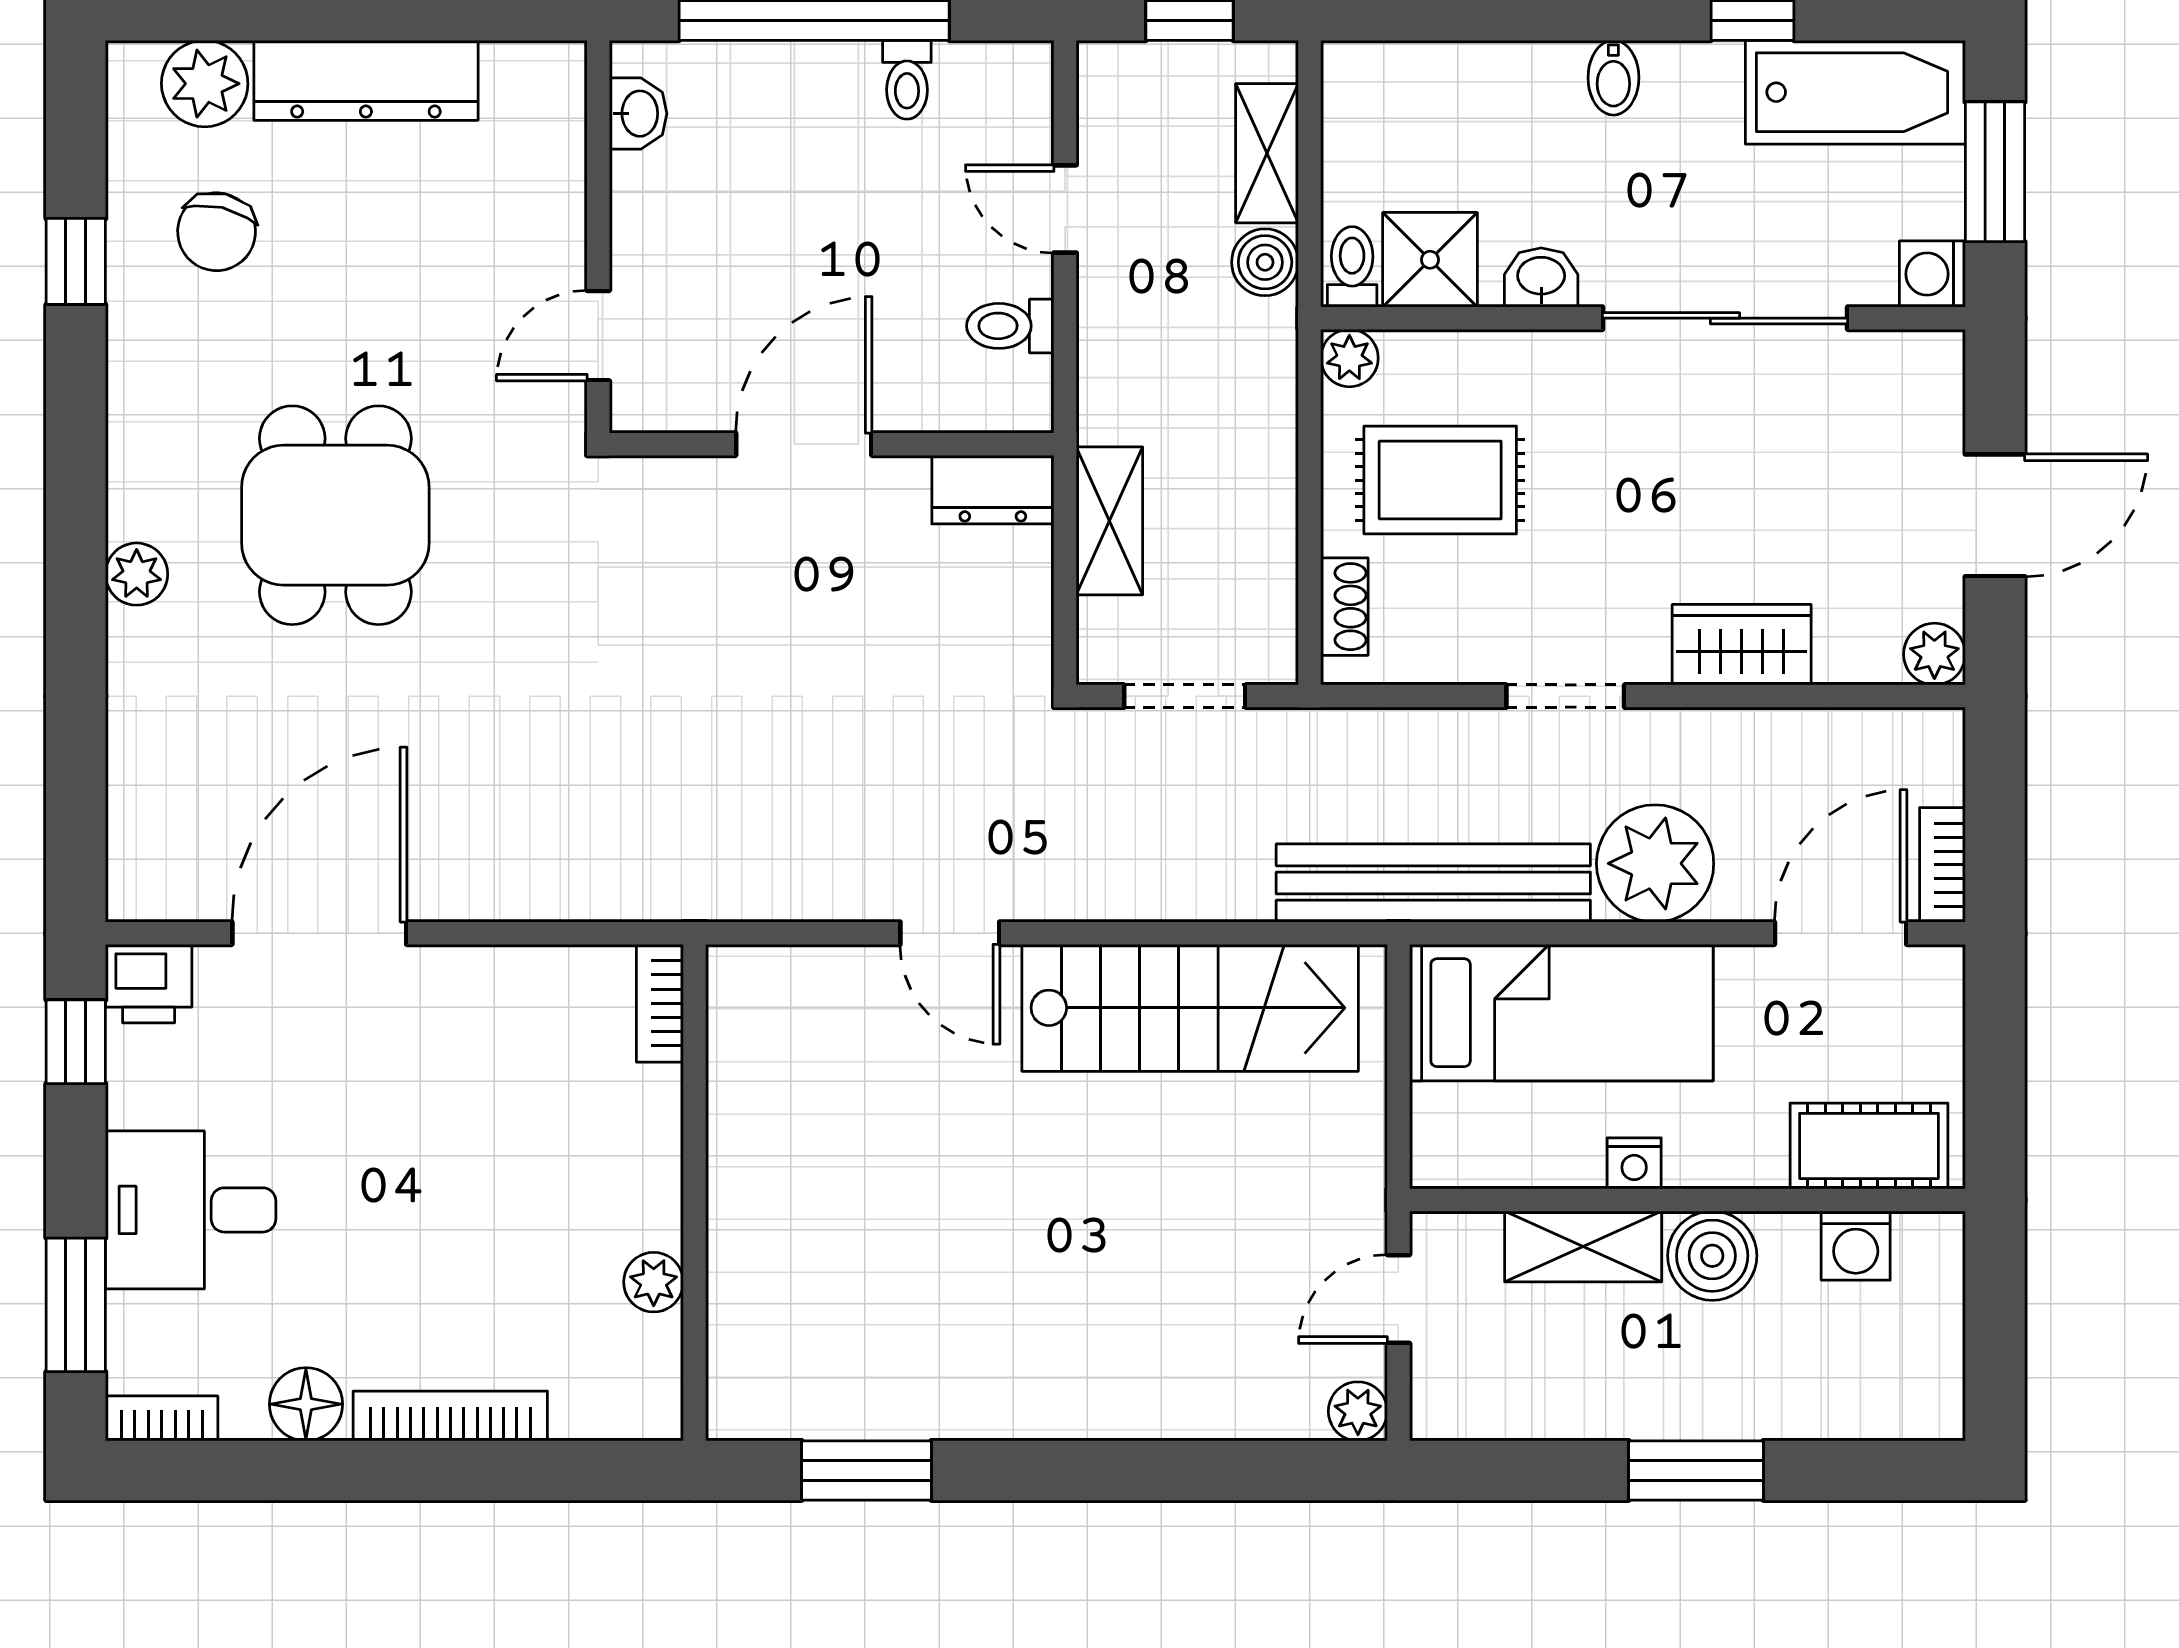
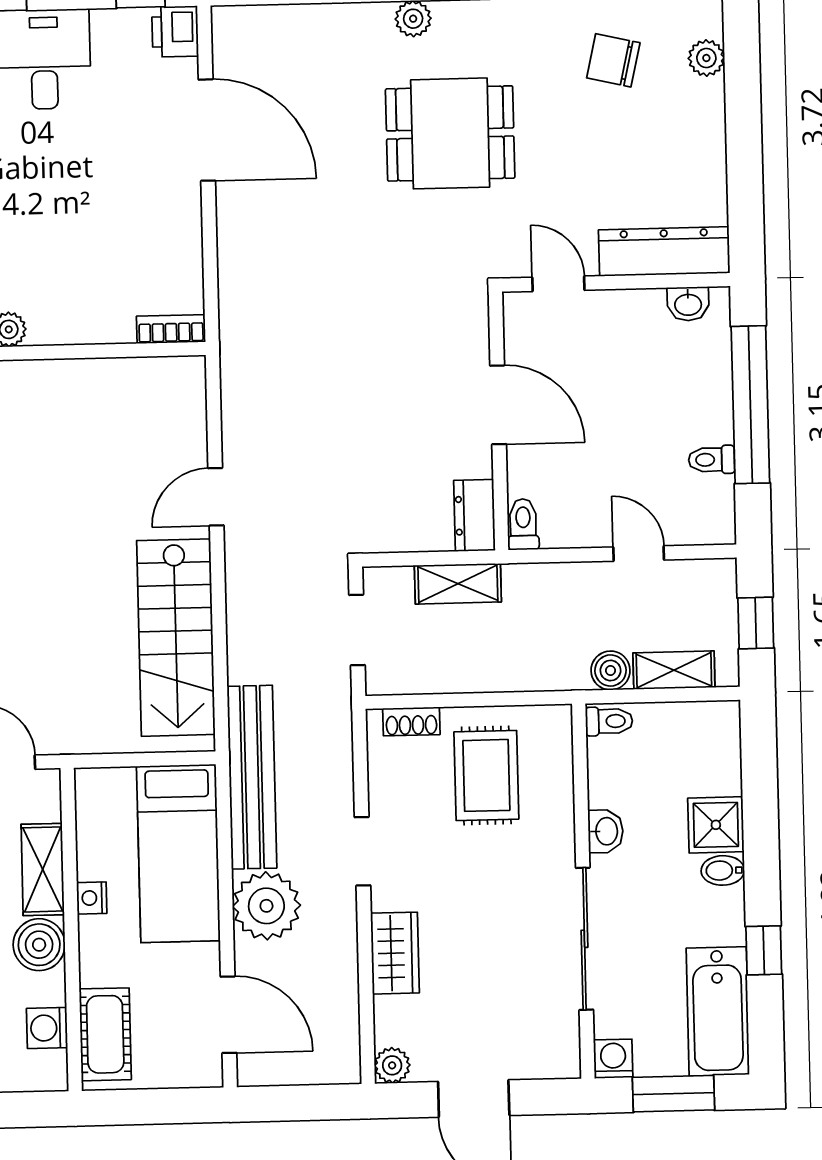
dresser: (366, 80) -> (664, 251), moved, turned 90
plant: (205, 84) -> (706, 58), width x0.73, depth x0.73
door: (1065, 209) -> (639, 553), hinge flipped
shower: (1430, 260) -> (716, 825), moved
toilet: (1010, 326) -> (523, 524), moved
plant: (1349, 358) -> (556, 721), removed
bookcase: (1942, 865) -> (270, 1073), removed

